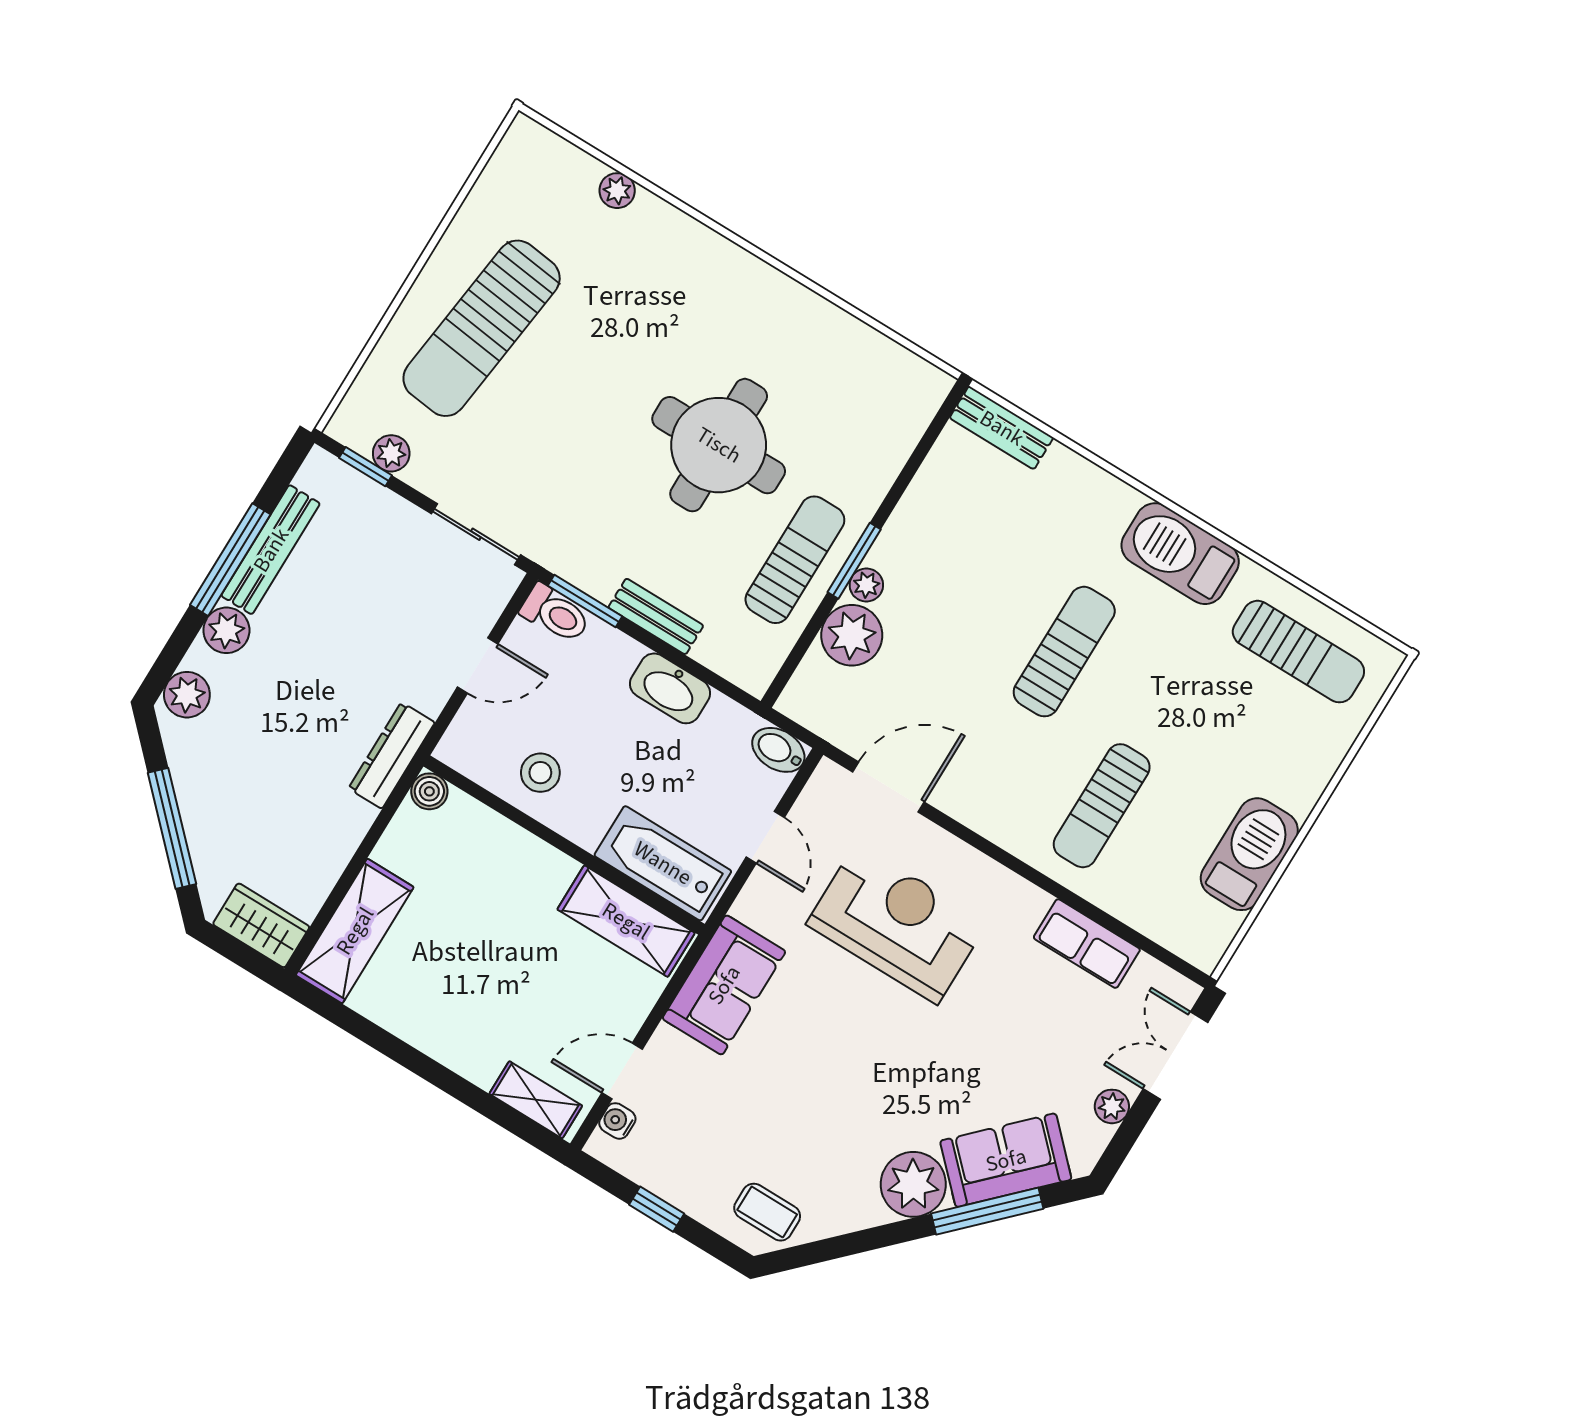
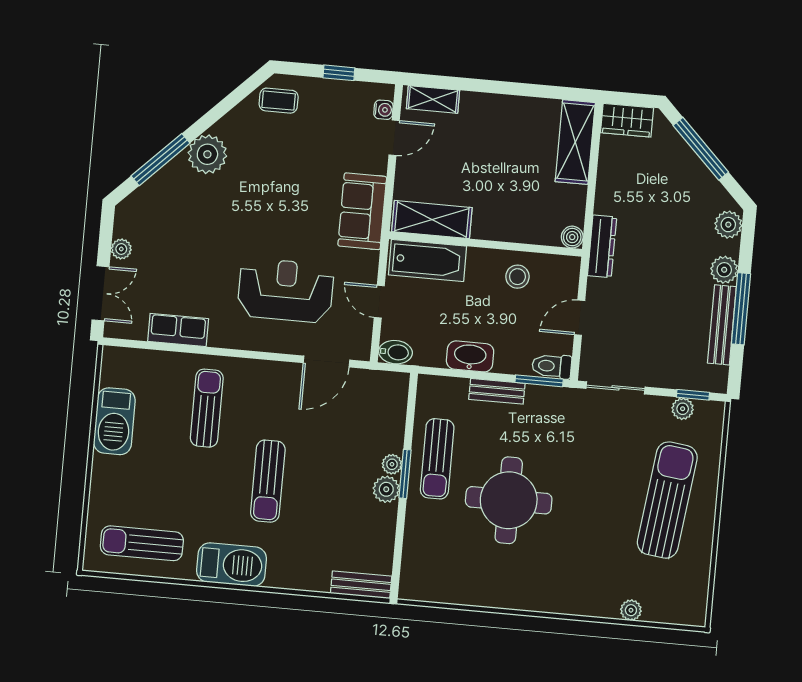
plant: (852, 635) -> (386, 489), moved, width x0.73, depth x0.73
reception desk: (897, 923) -> (286, 290), turned 180
sofa: (1006, 1160) -> (164, 192), removed

